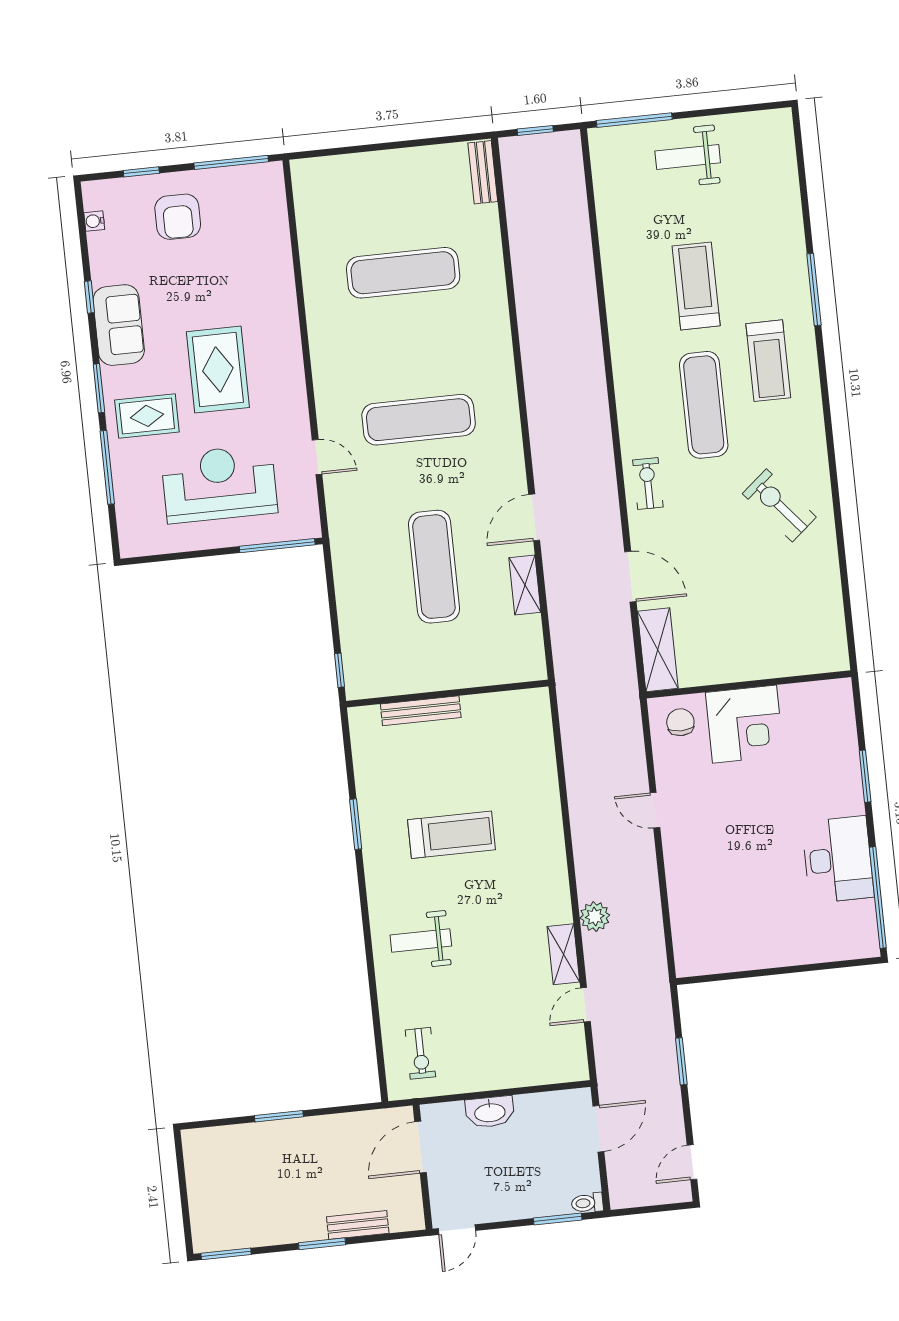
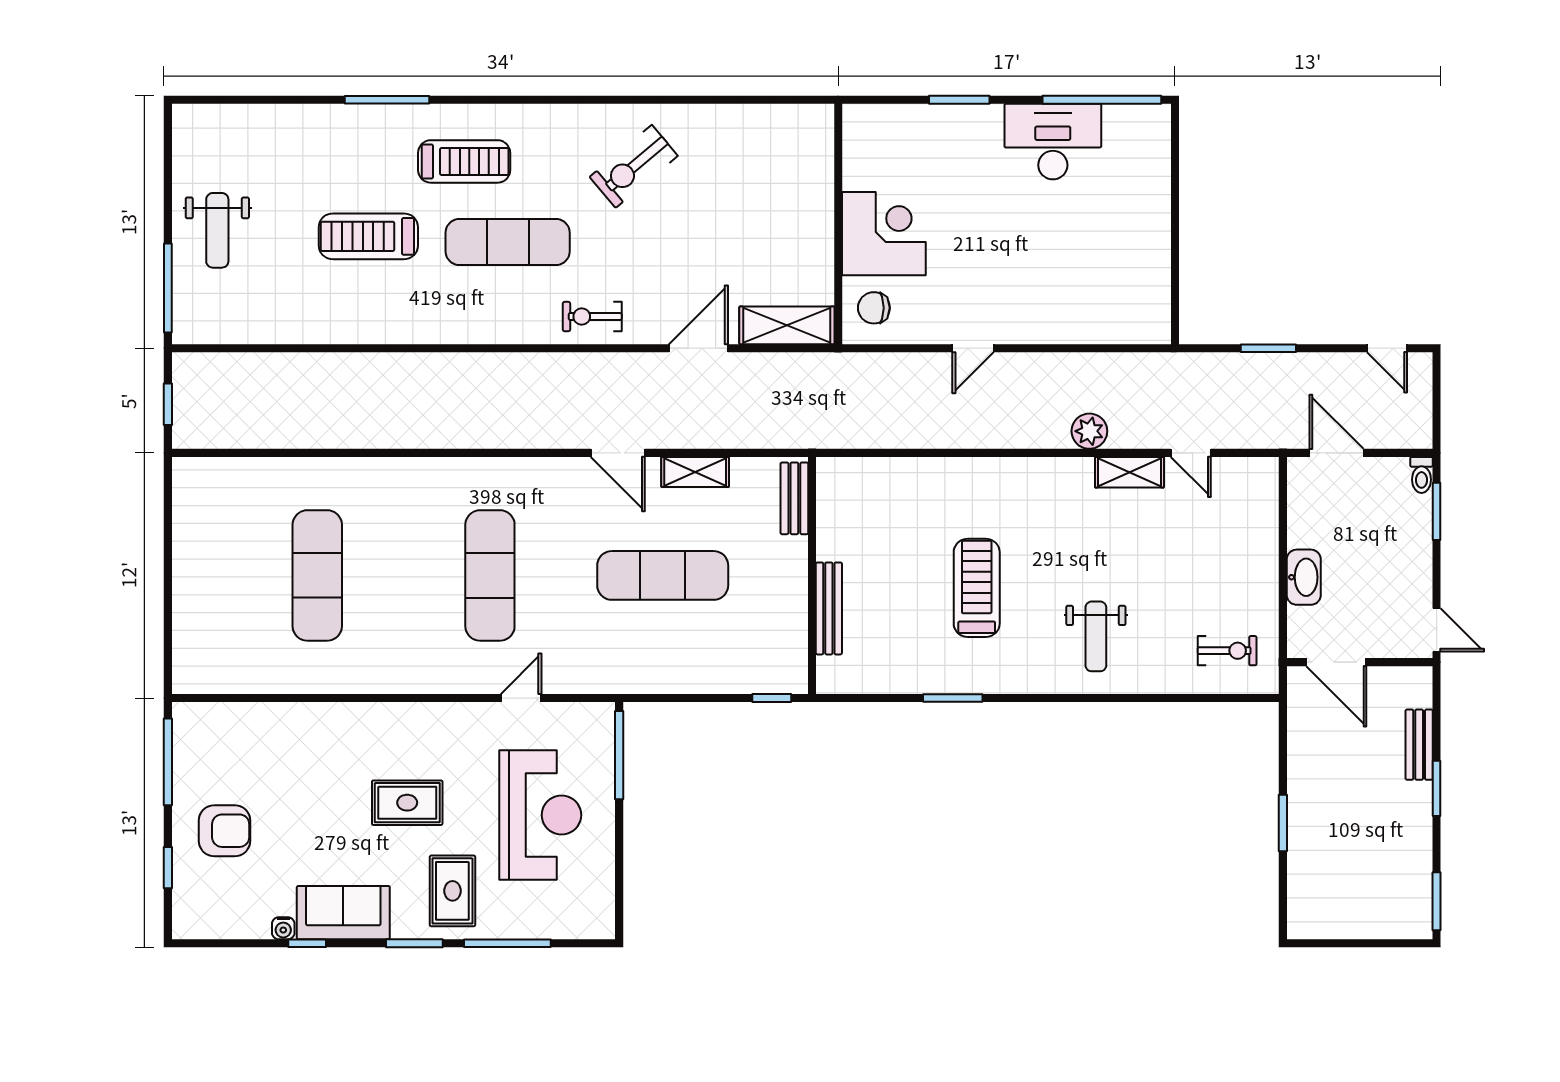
bench: (483, 172) -> (794, 498), moved, turned 90
water cooler: (94, 221) -> (283, 928), moved
rug: (218, 370) -> (407, 803), width x0.73, depth x0.70
reception desk: (219, 484) -> (540, 815), turned 180

